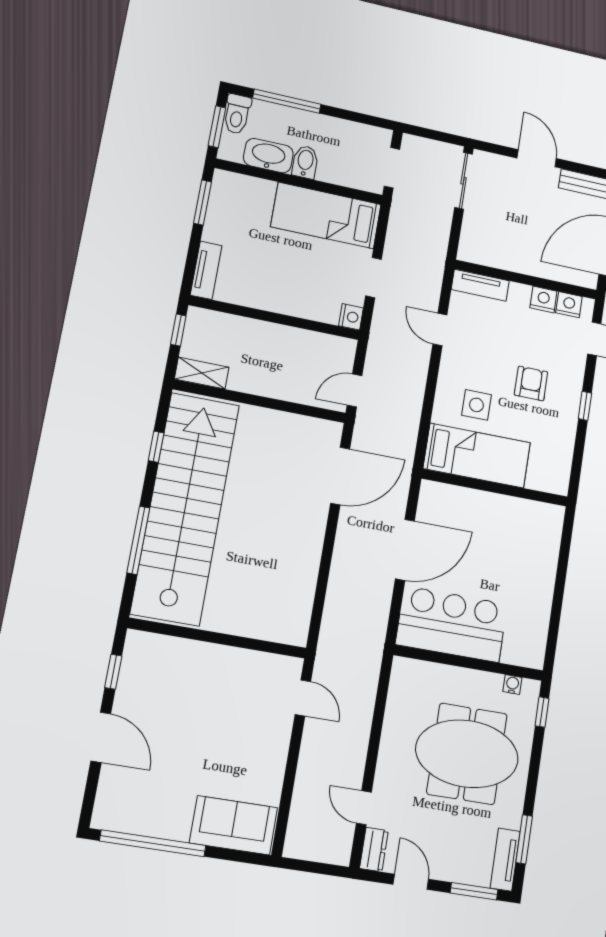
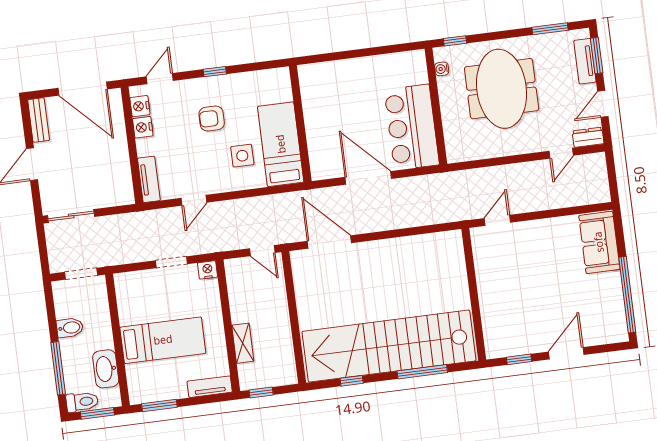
bidet: (305, 162) -> (70, 328), moved, turned 180
bed: (326, 216) -> (163, 340), moved, turned -90
shelving: (202, 373) -> (243, 343), moved
tv unit: (505, 860) -> (585, 61), moved, turned 90

